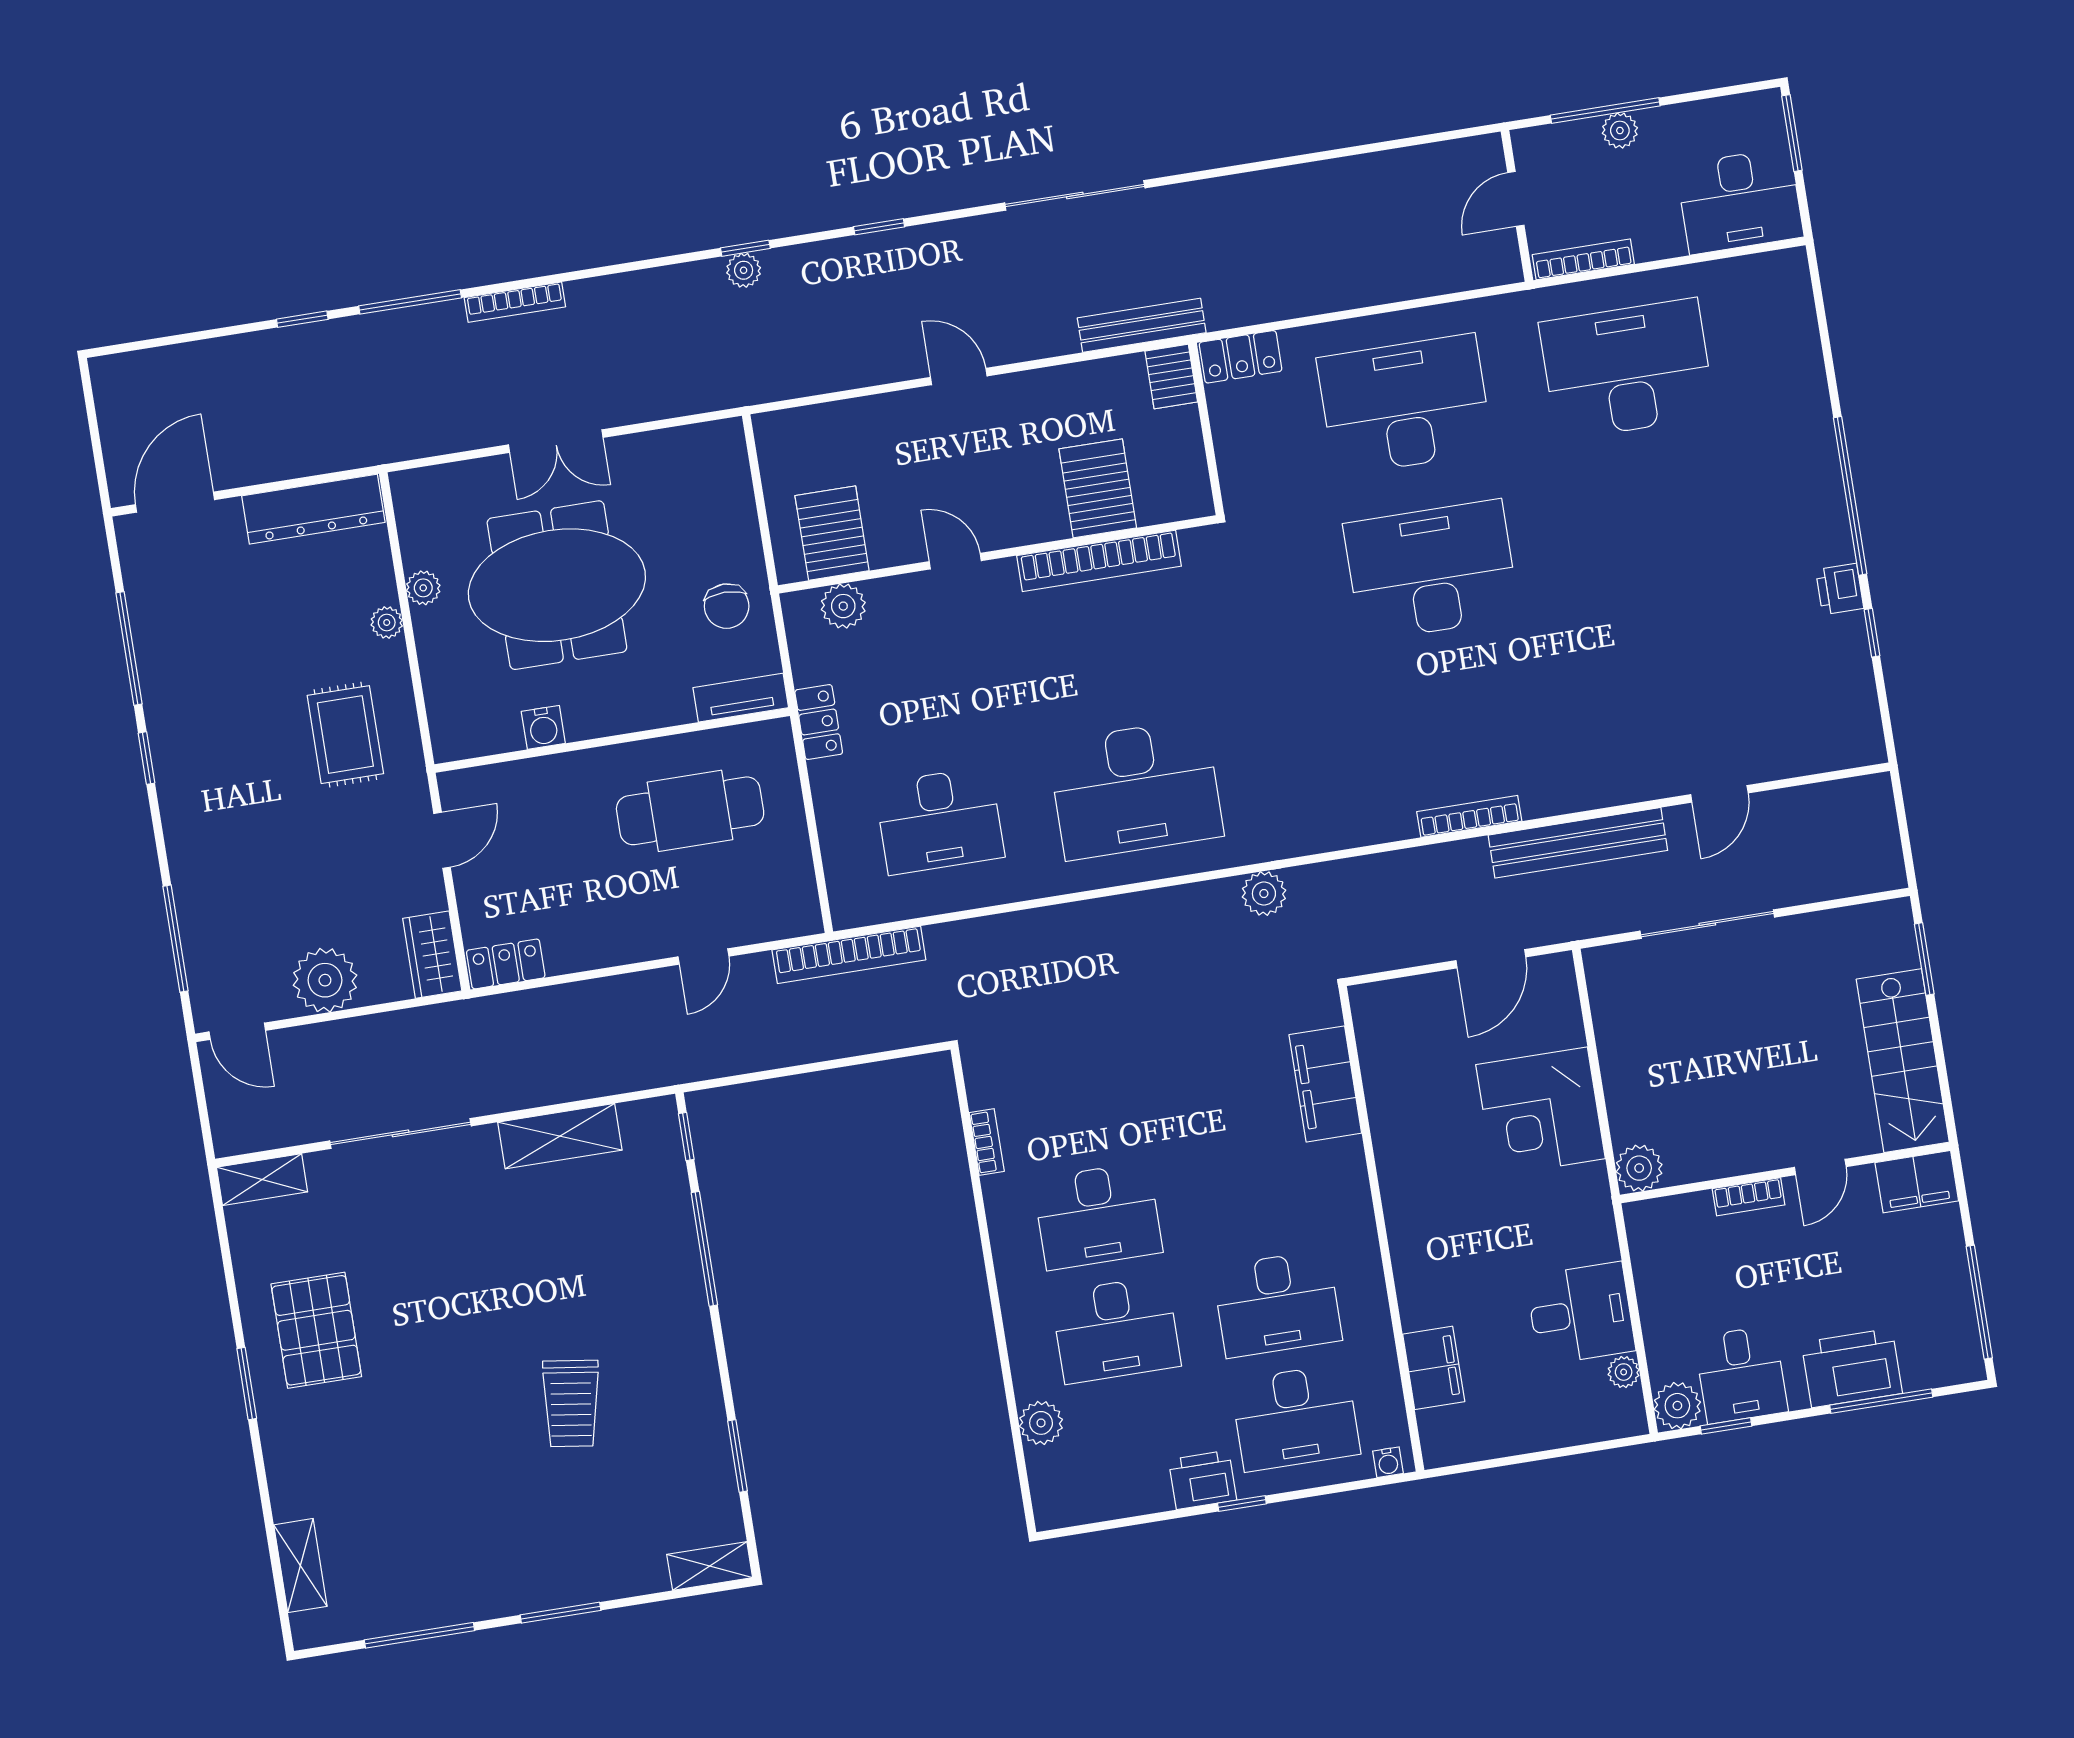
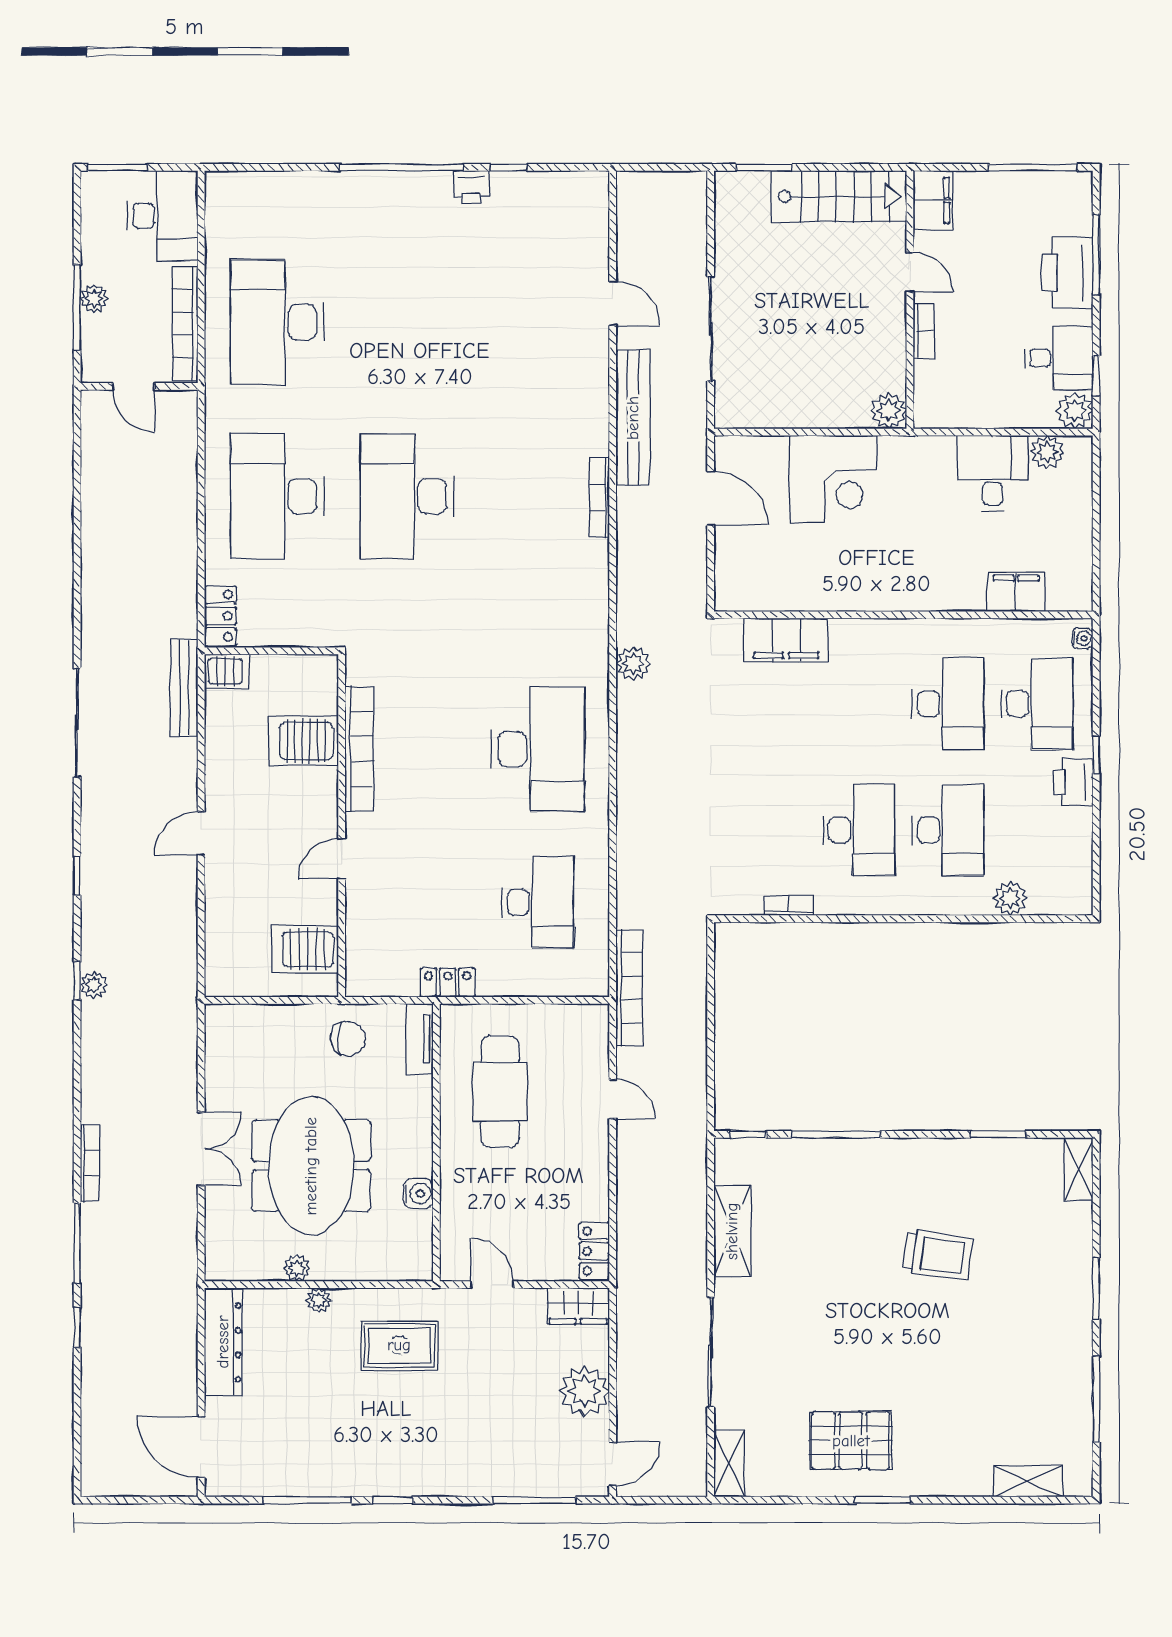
bookcase: (1583, 259) -> (185, 324), width x1.48, depth x1.31
plant: (843, 606) -> (362, 950), removed
plant: (1624, 1372) -> (1047, 452), width x1.38, depth x1.38

